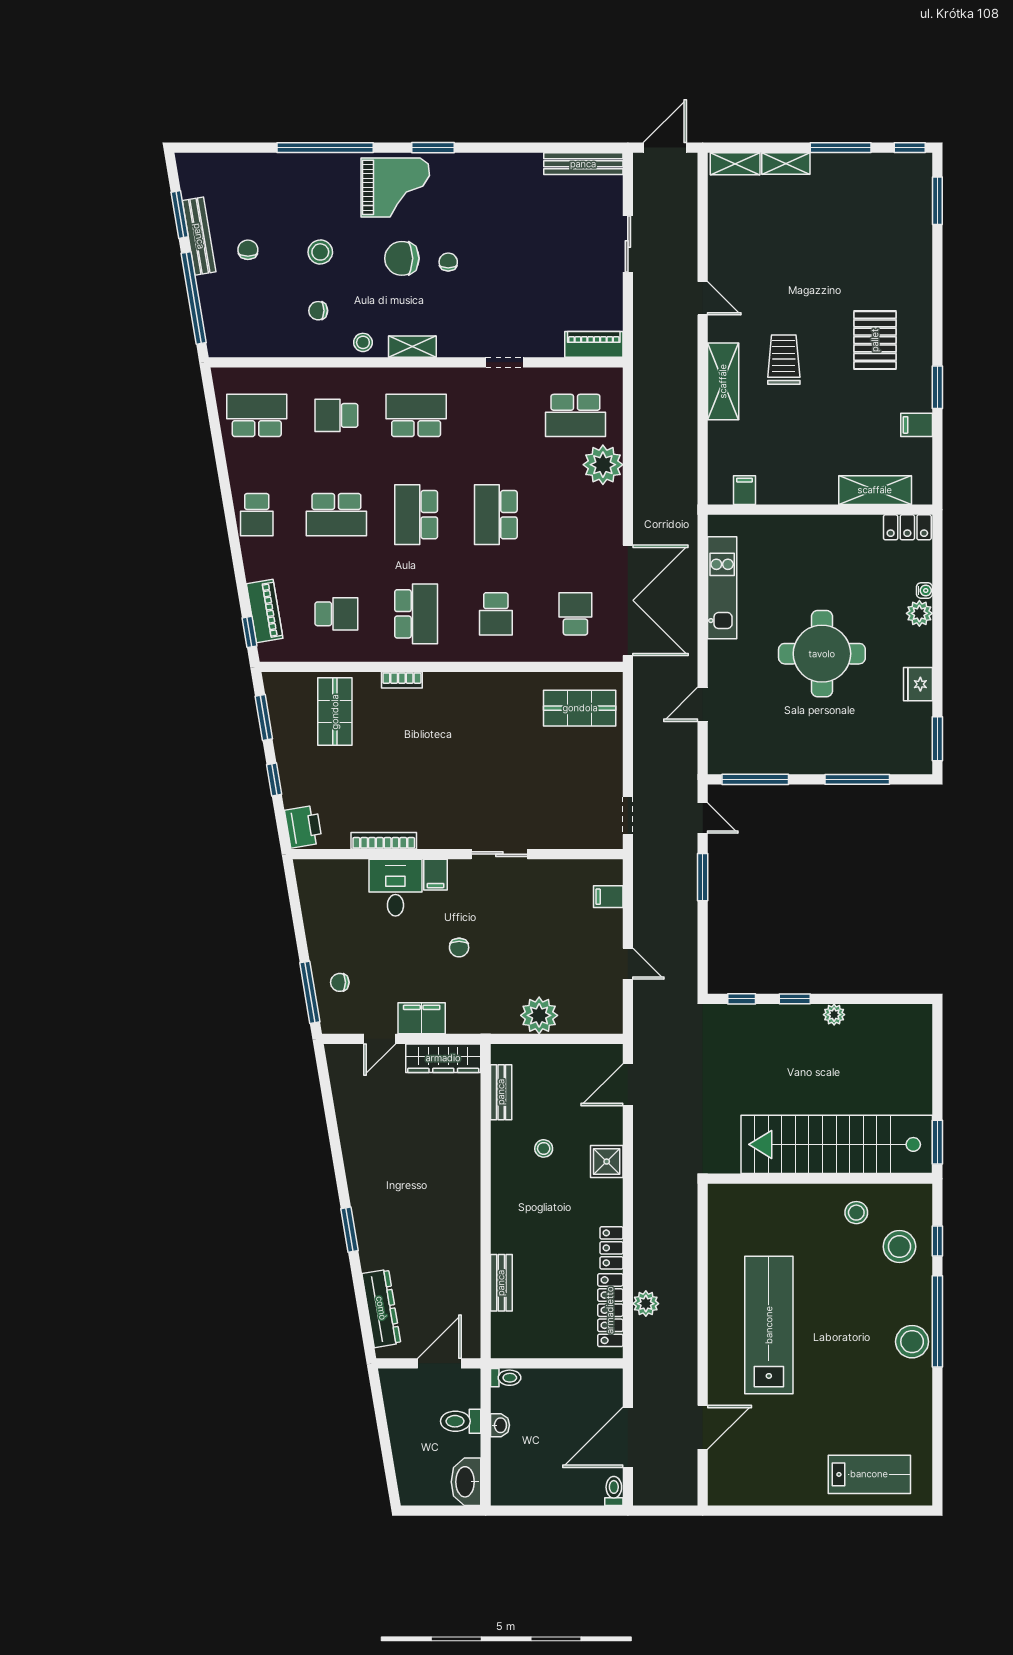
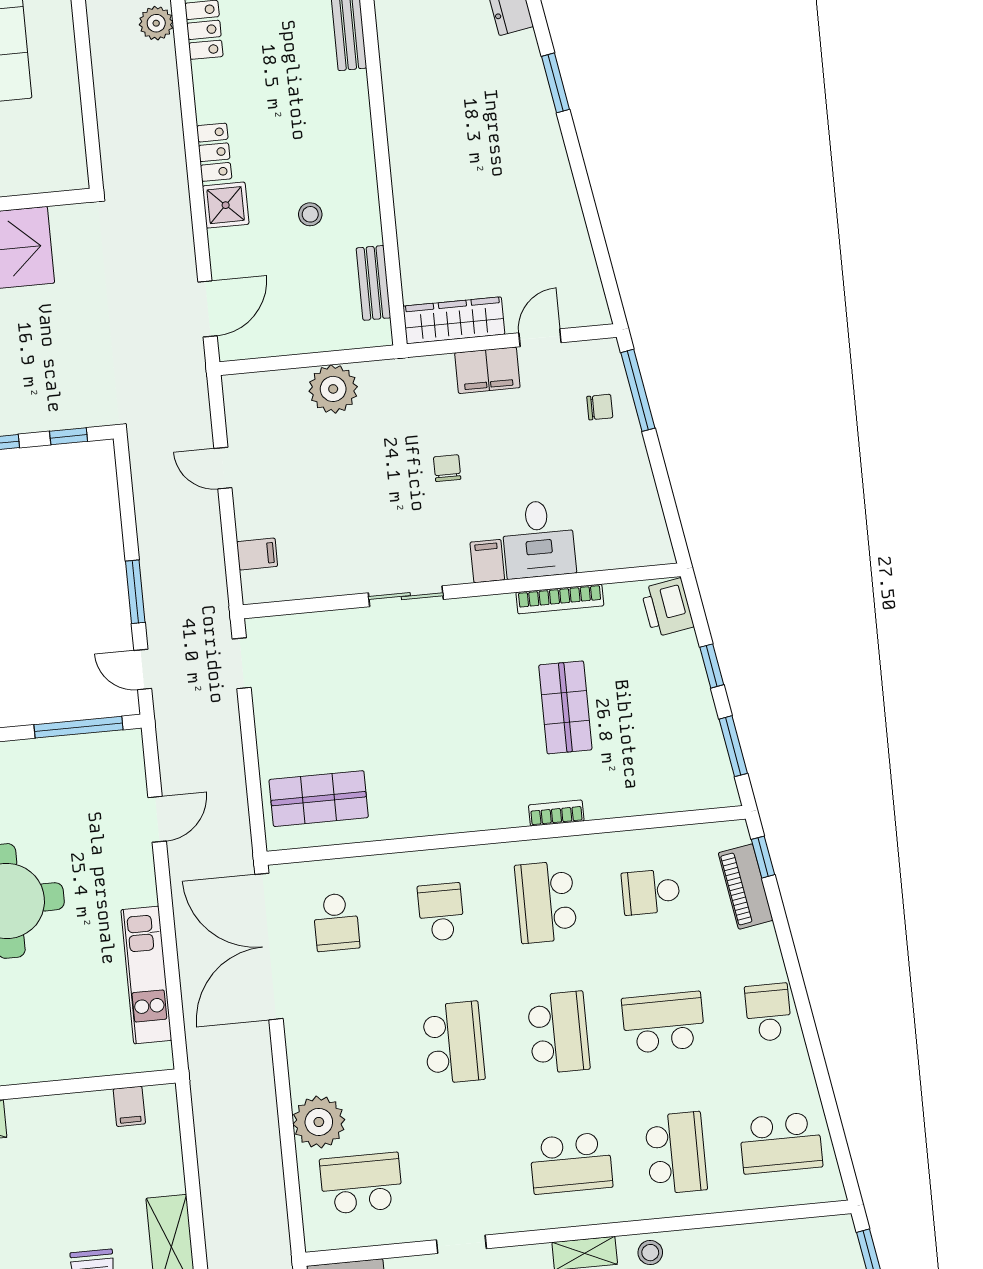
school desk: (336, 415) -> (676, 1153), width x1.85
shop shelf: (335, 712) -> (565, 707), moved
locker: (611, 1248) -> (214, 152), moved

